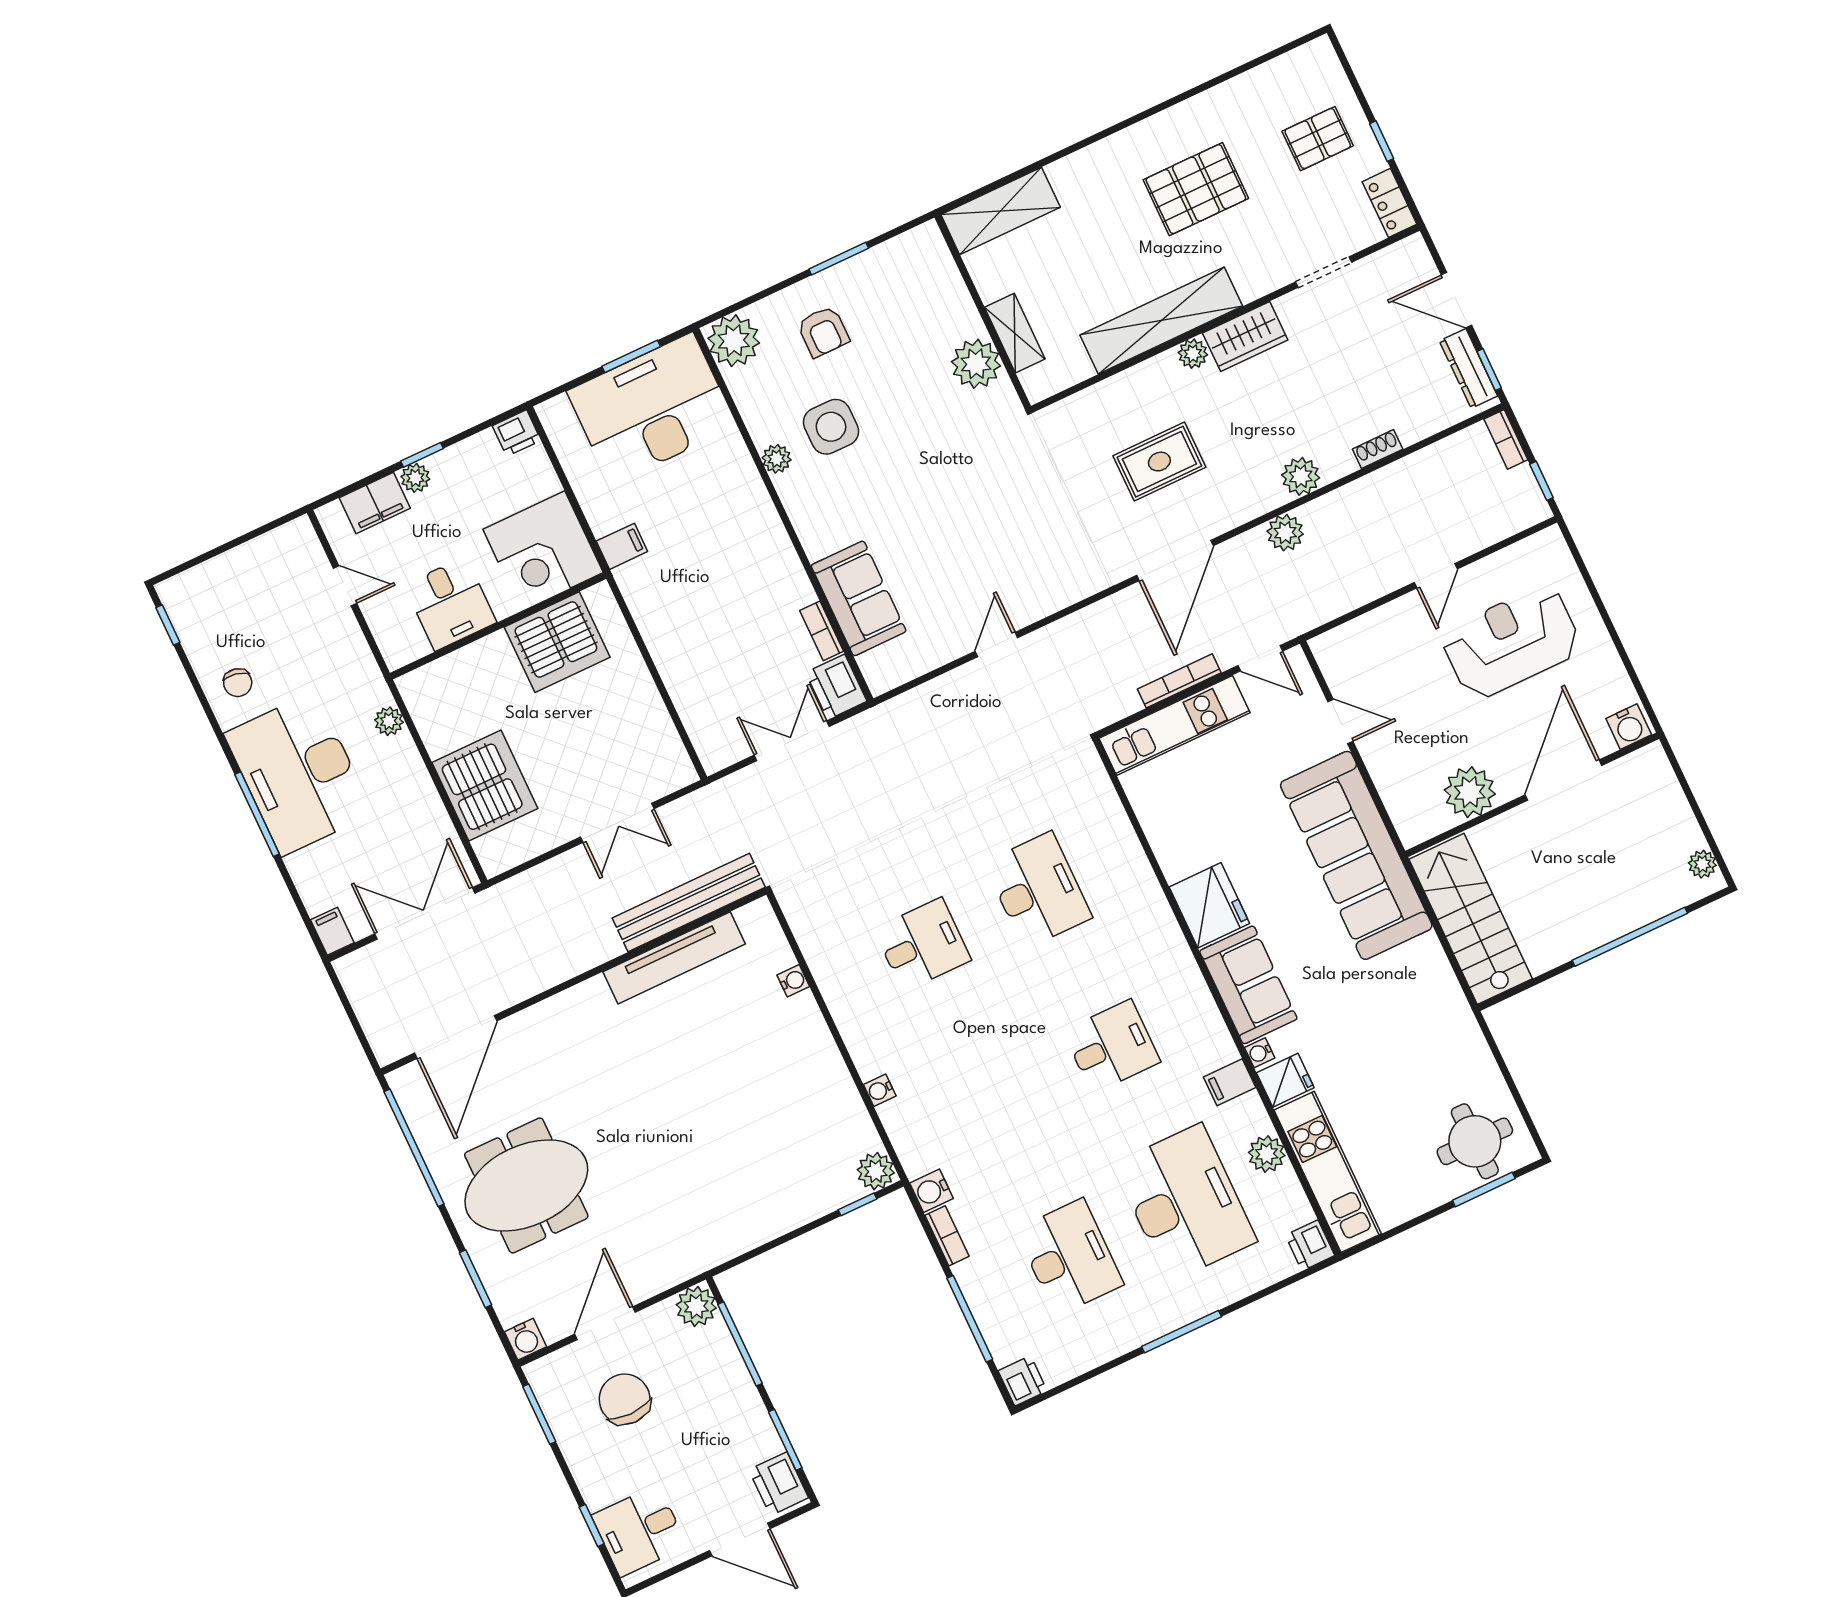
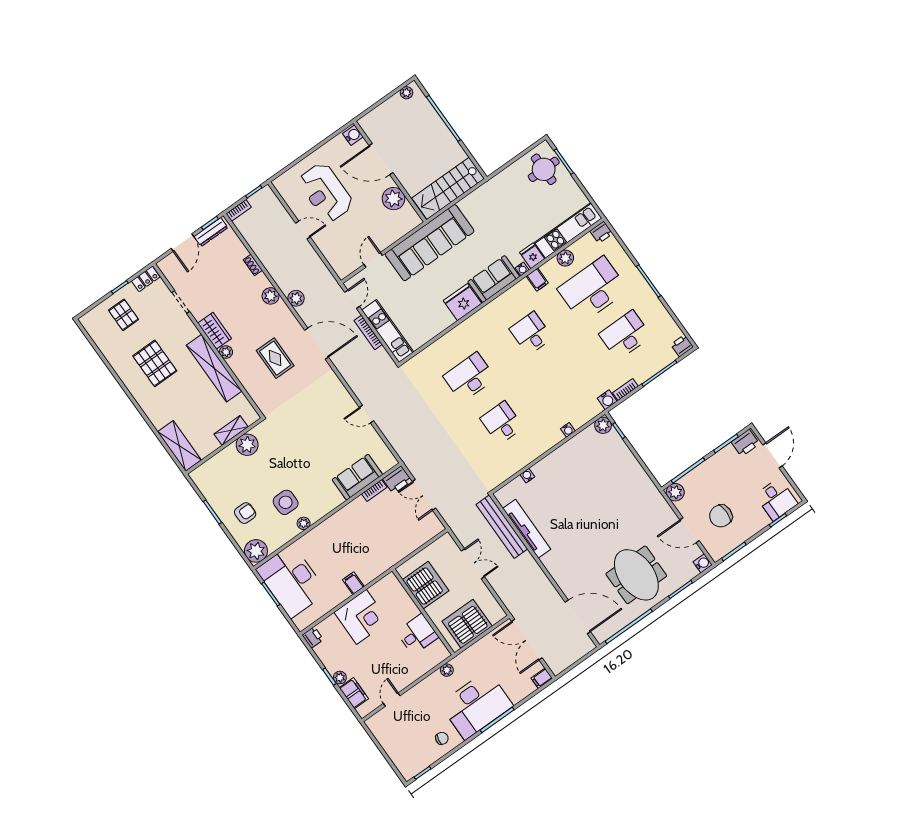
desk: (450, 604) -> (417, 634), moved
wall: (498, 626) -> (423, 612), moved
server rack: (557, 642) -> (426, 585), moved

